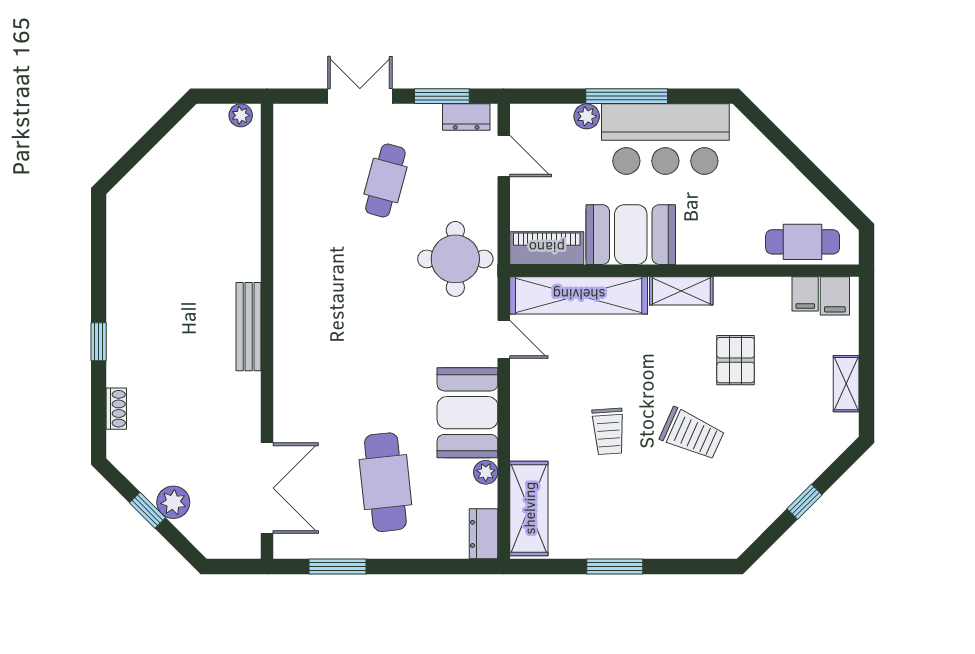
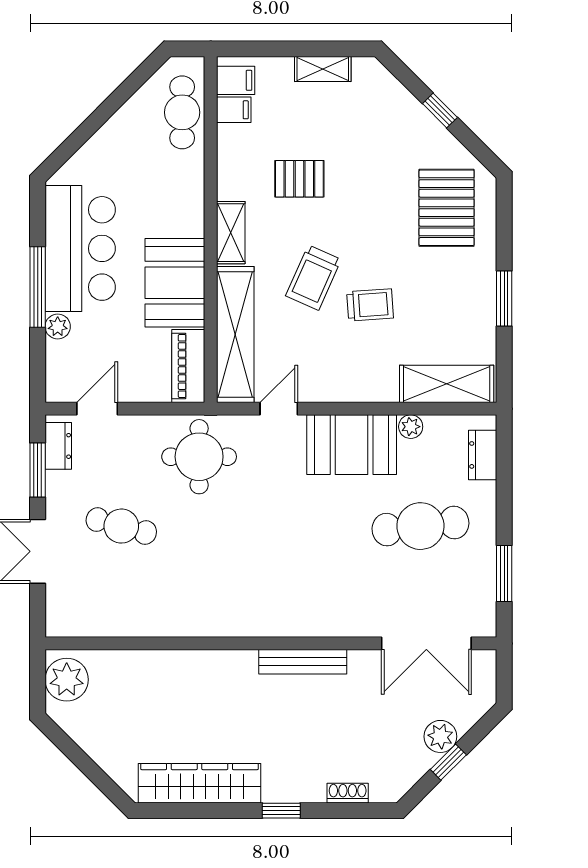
plant: (241, 115) -> (67, 680), width x1.88, depth x1.88
wardrobe: (126, 259) -> (199, 783), added
bench: (249, 327) -> (303, 662), moved
trolley: (692, 434) -> (313, 278), moved, turned 180
double door: (267, 488) -> (426, 643), swing flipped
pallet: (706, 508) -> (447, 208), added
dresser: (484, 534) -> (483, 455), moved, turned 90

